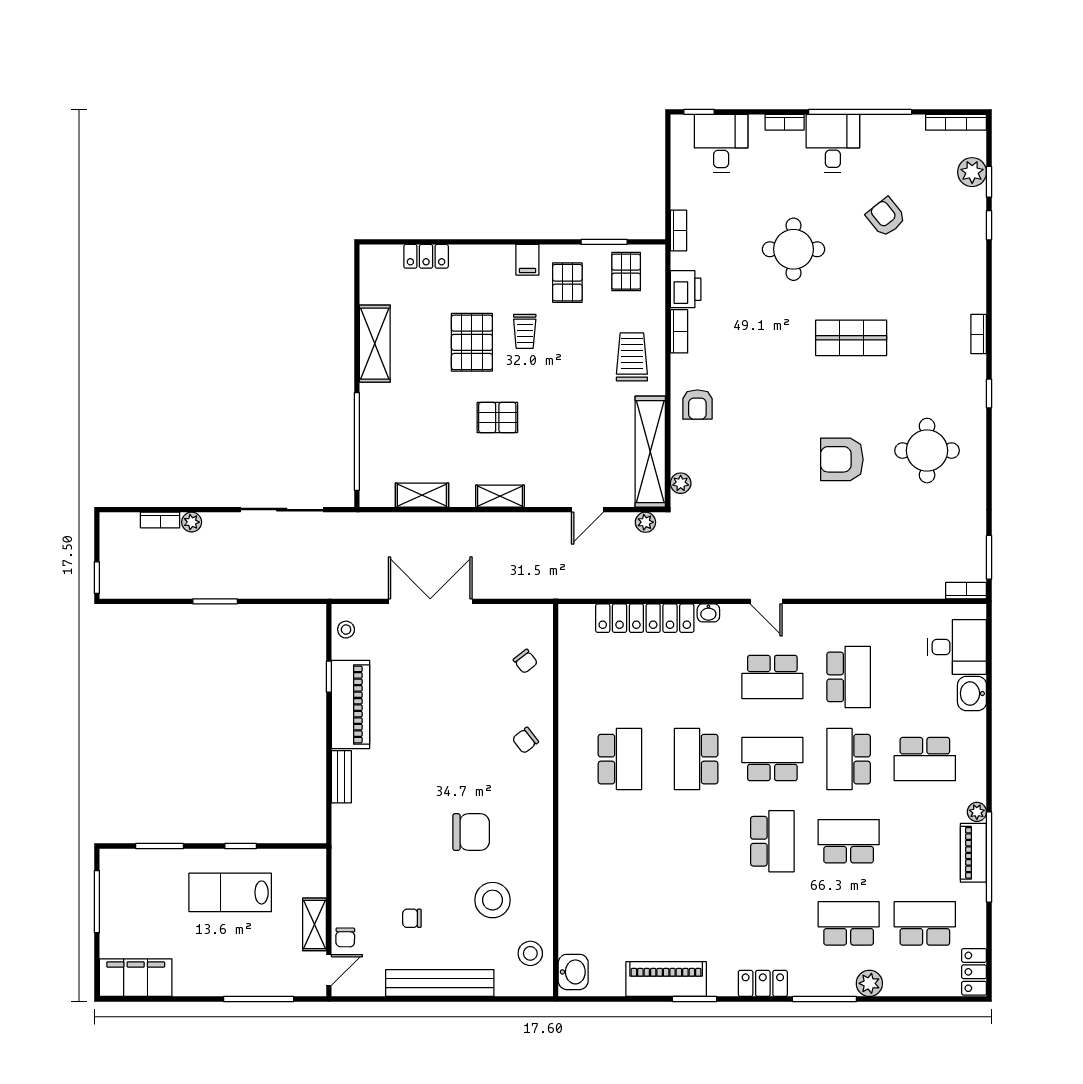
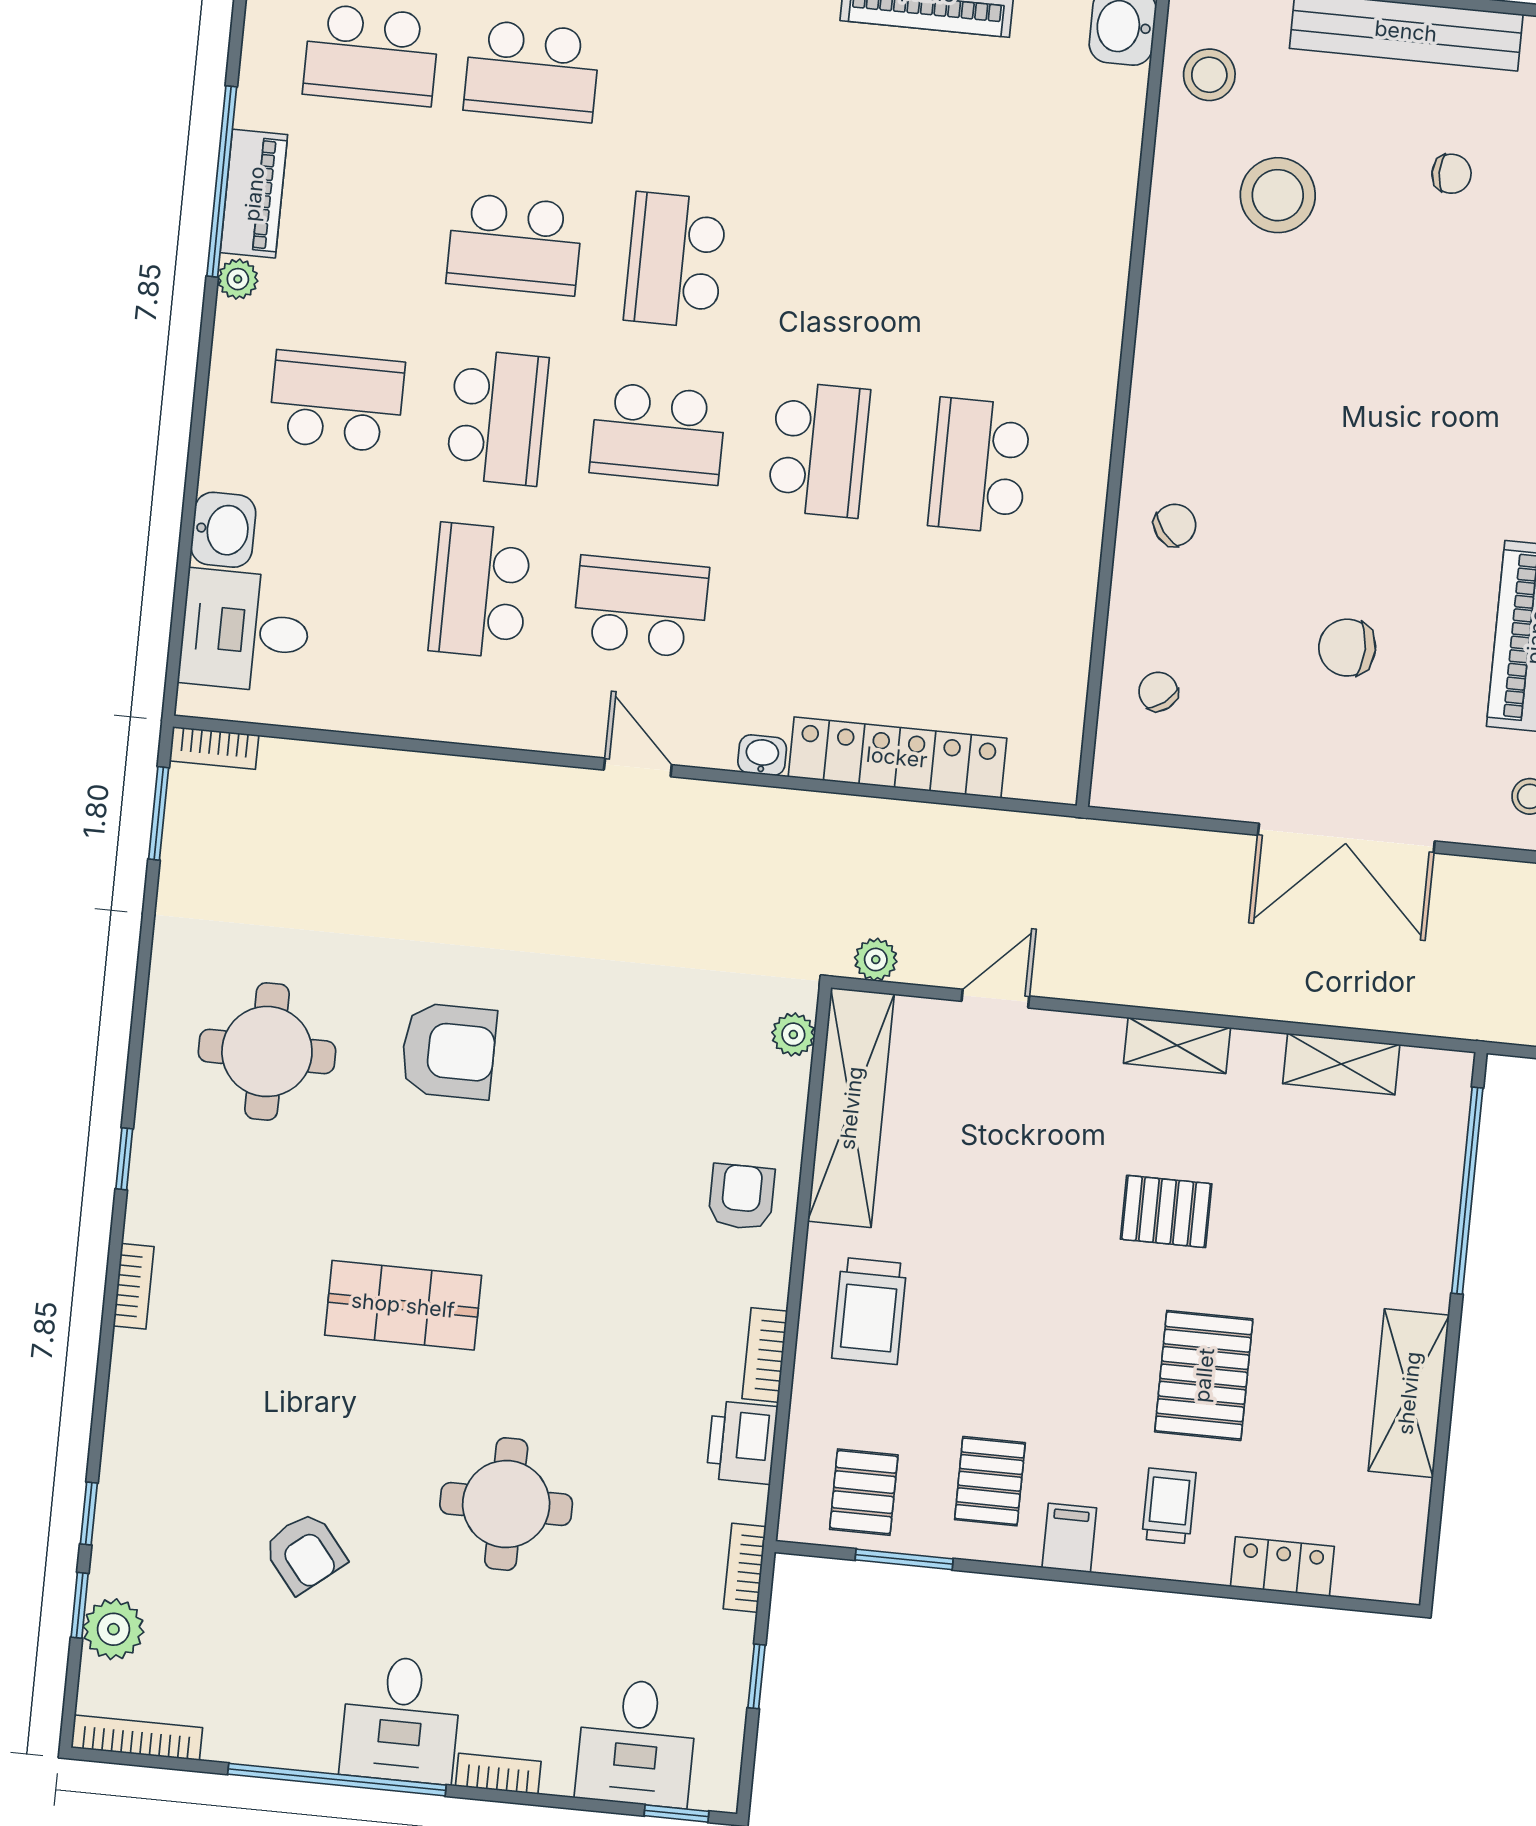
window: (668, 180) -> (757, 1676), added
trolley: (525, 331) -> (1169, 1506), moved
chair: (471, 832) -> (1347, 648), moved, width x0.73, depth x0.73

